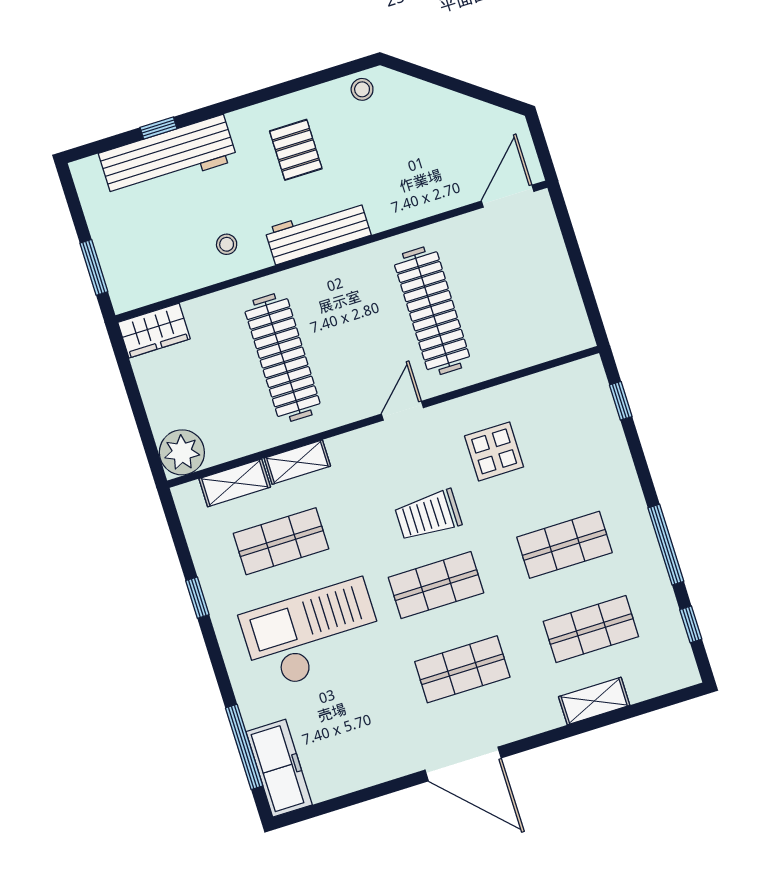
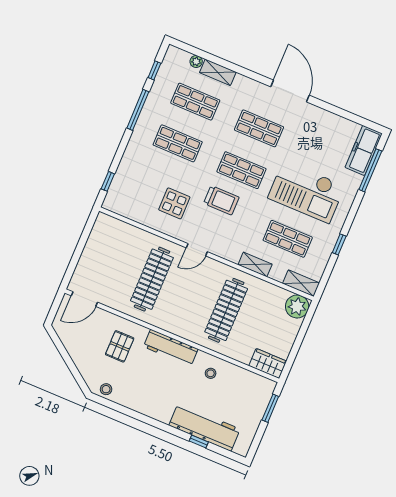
pallet: (296, 150) -> (120, 346), moved
shelving: (235, 483) -> (301, 283), moved
plant: (640, 690) -> (196, 62), added

